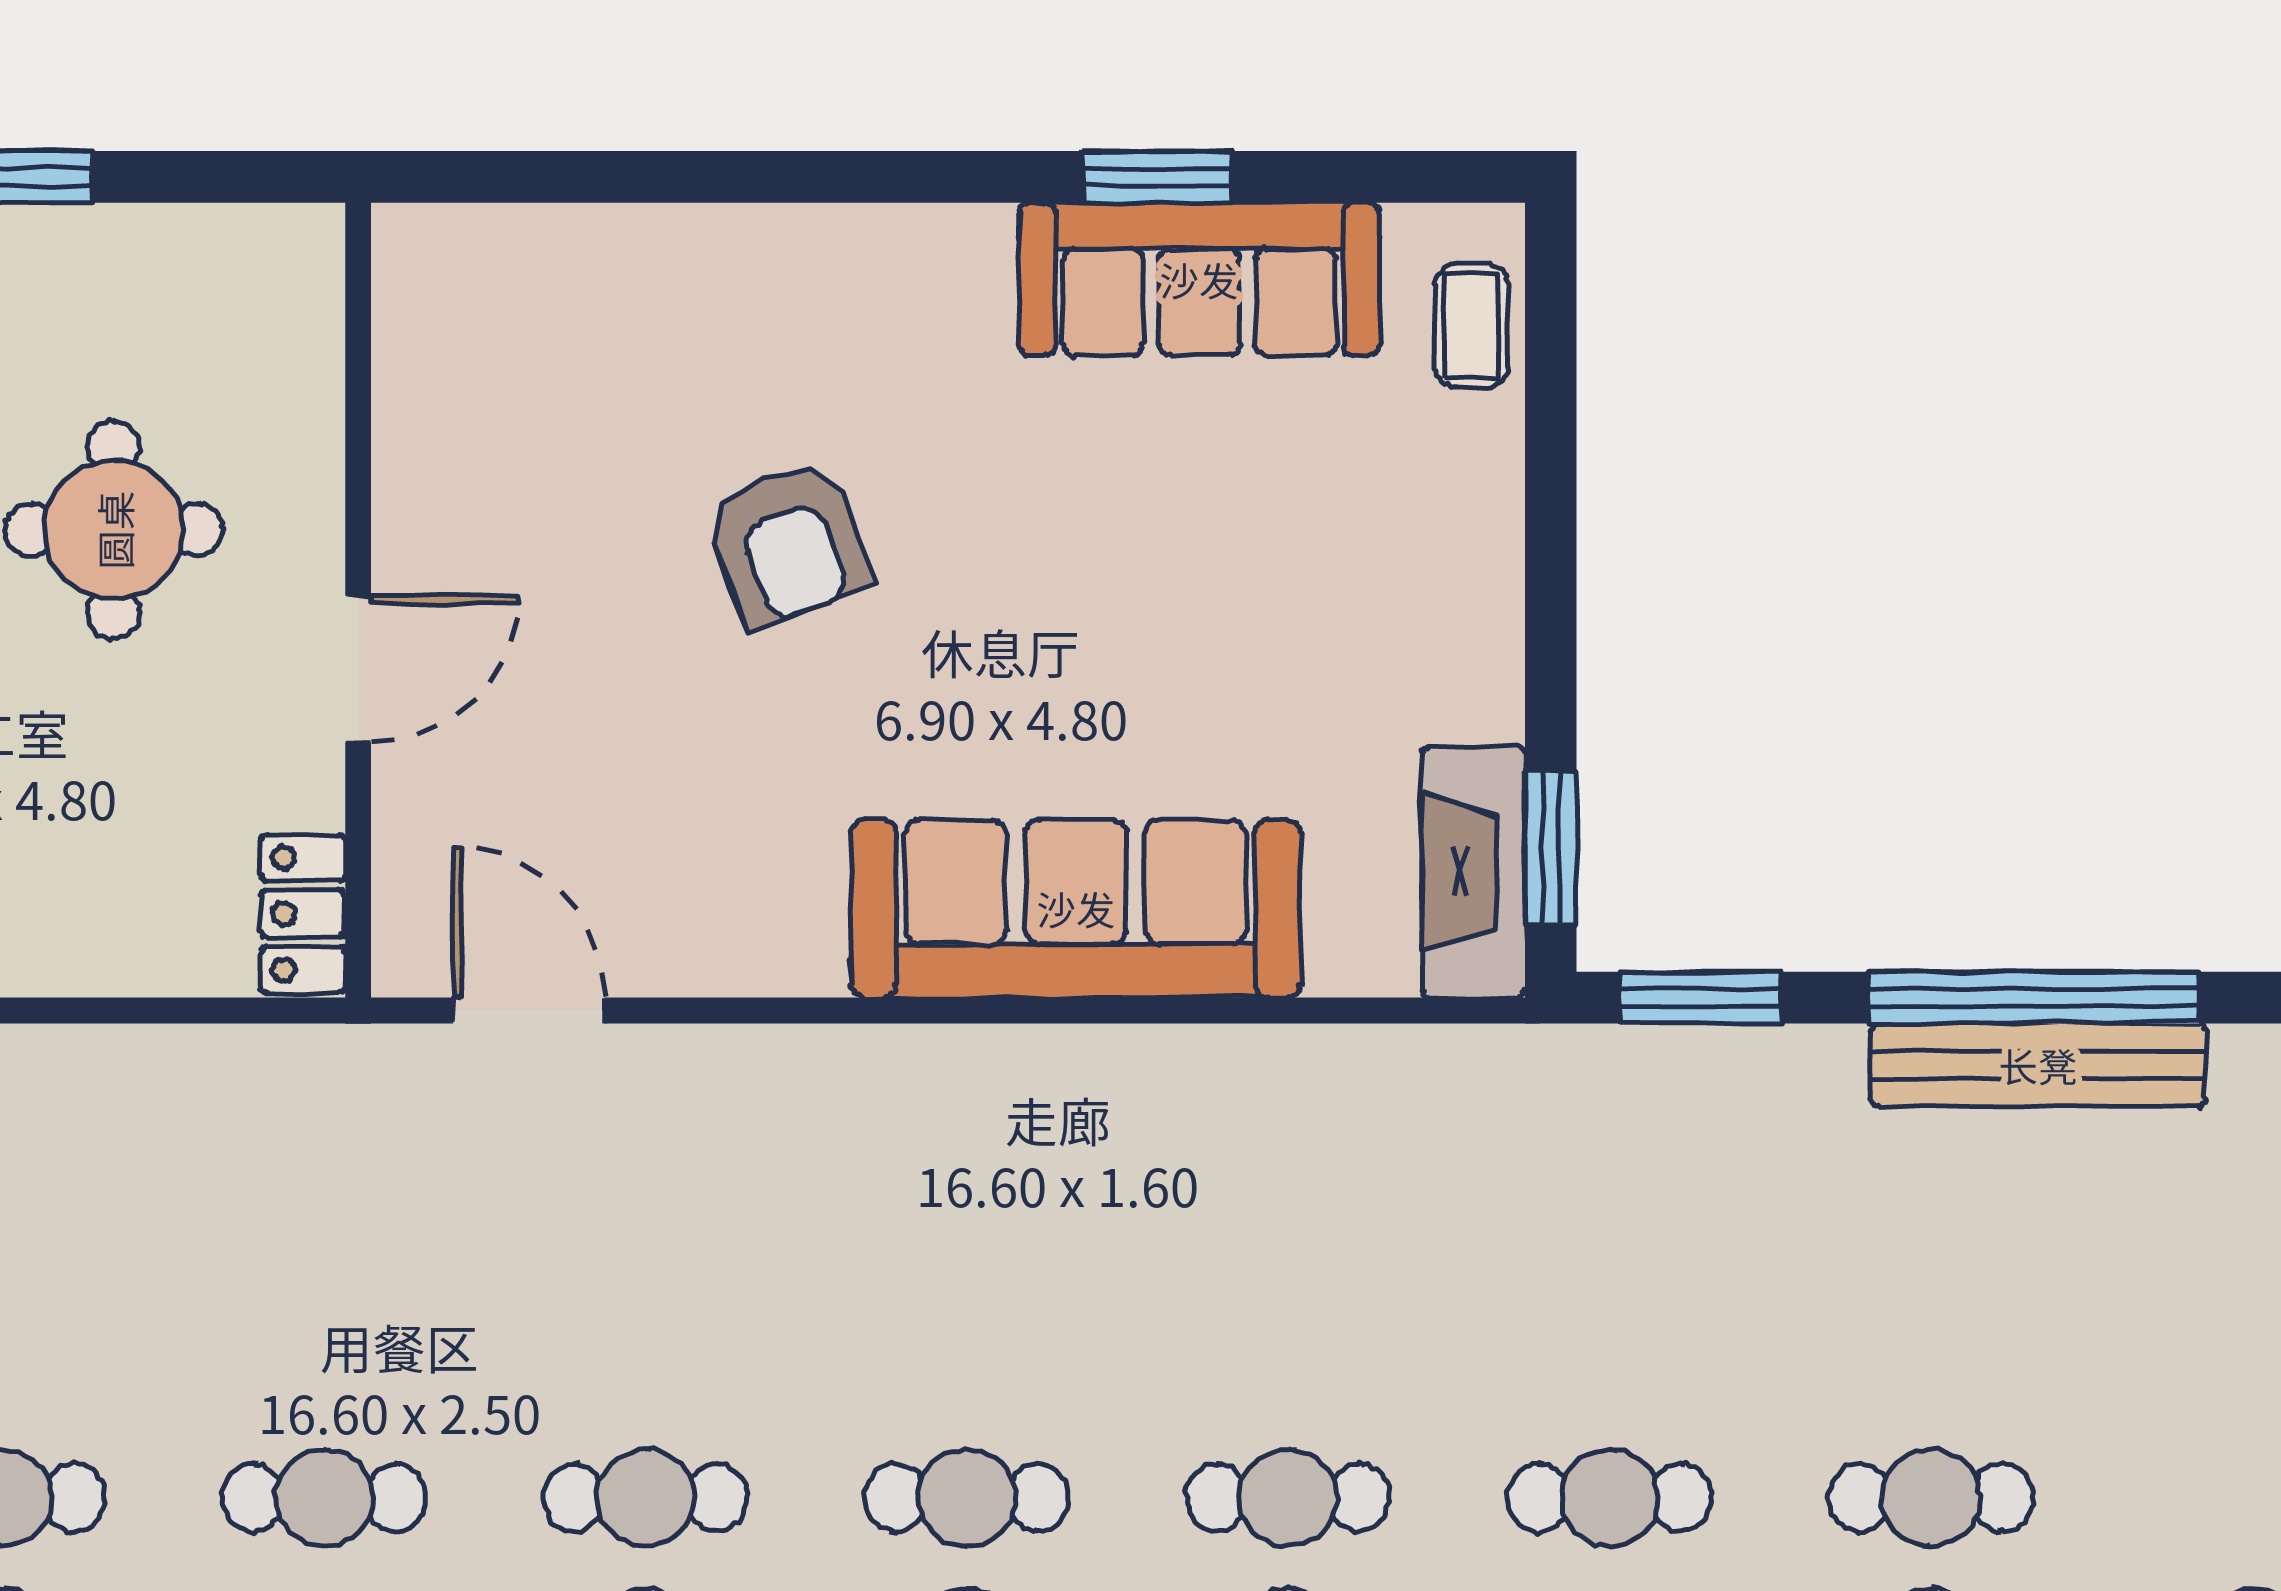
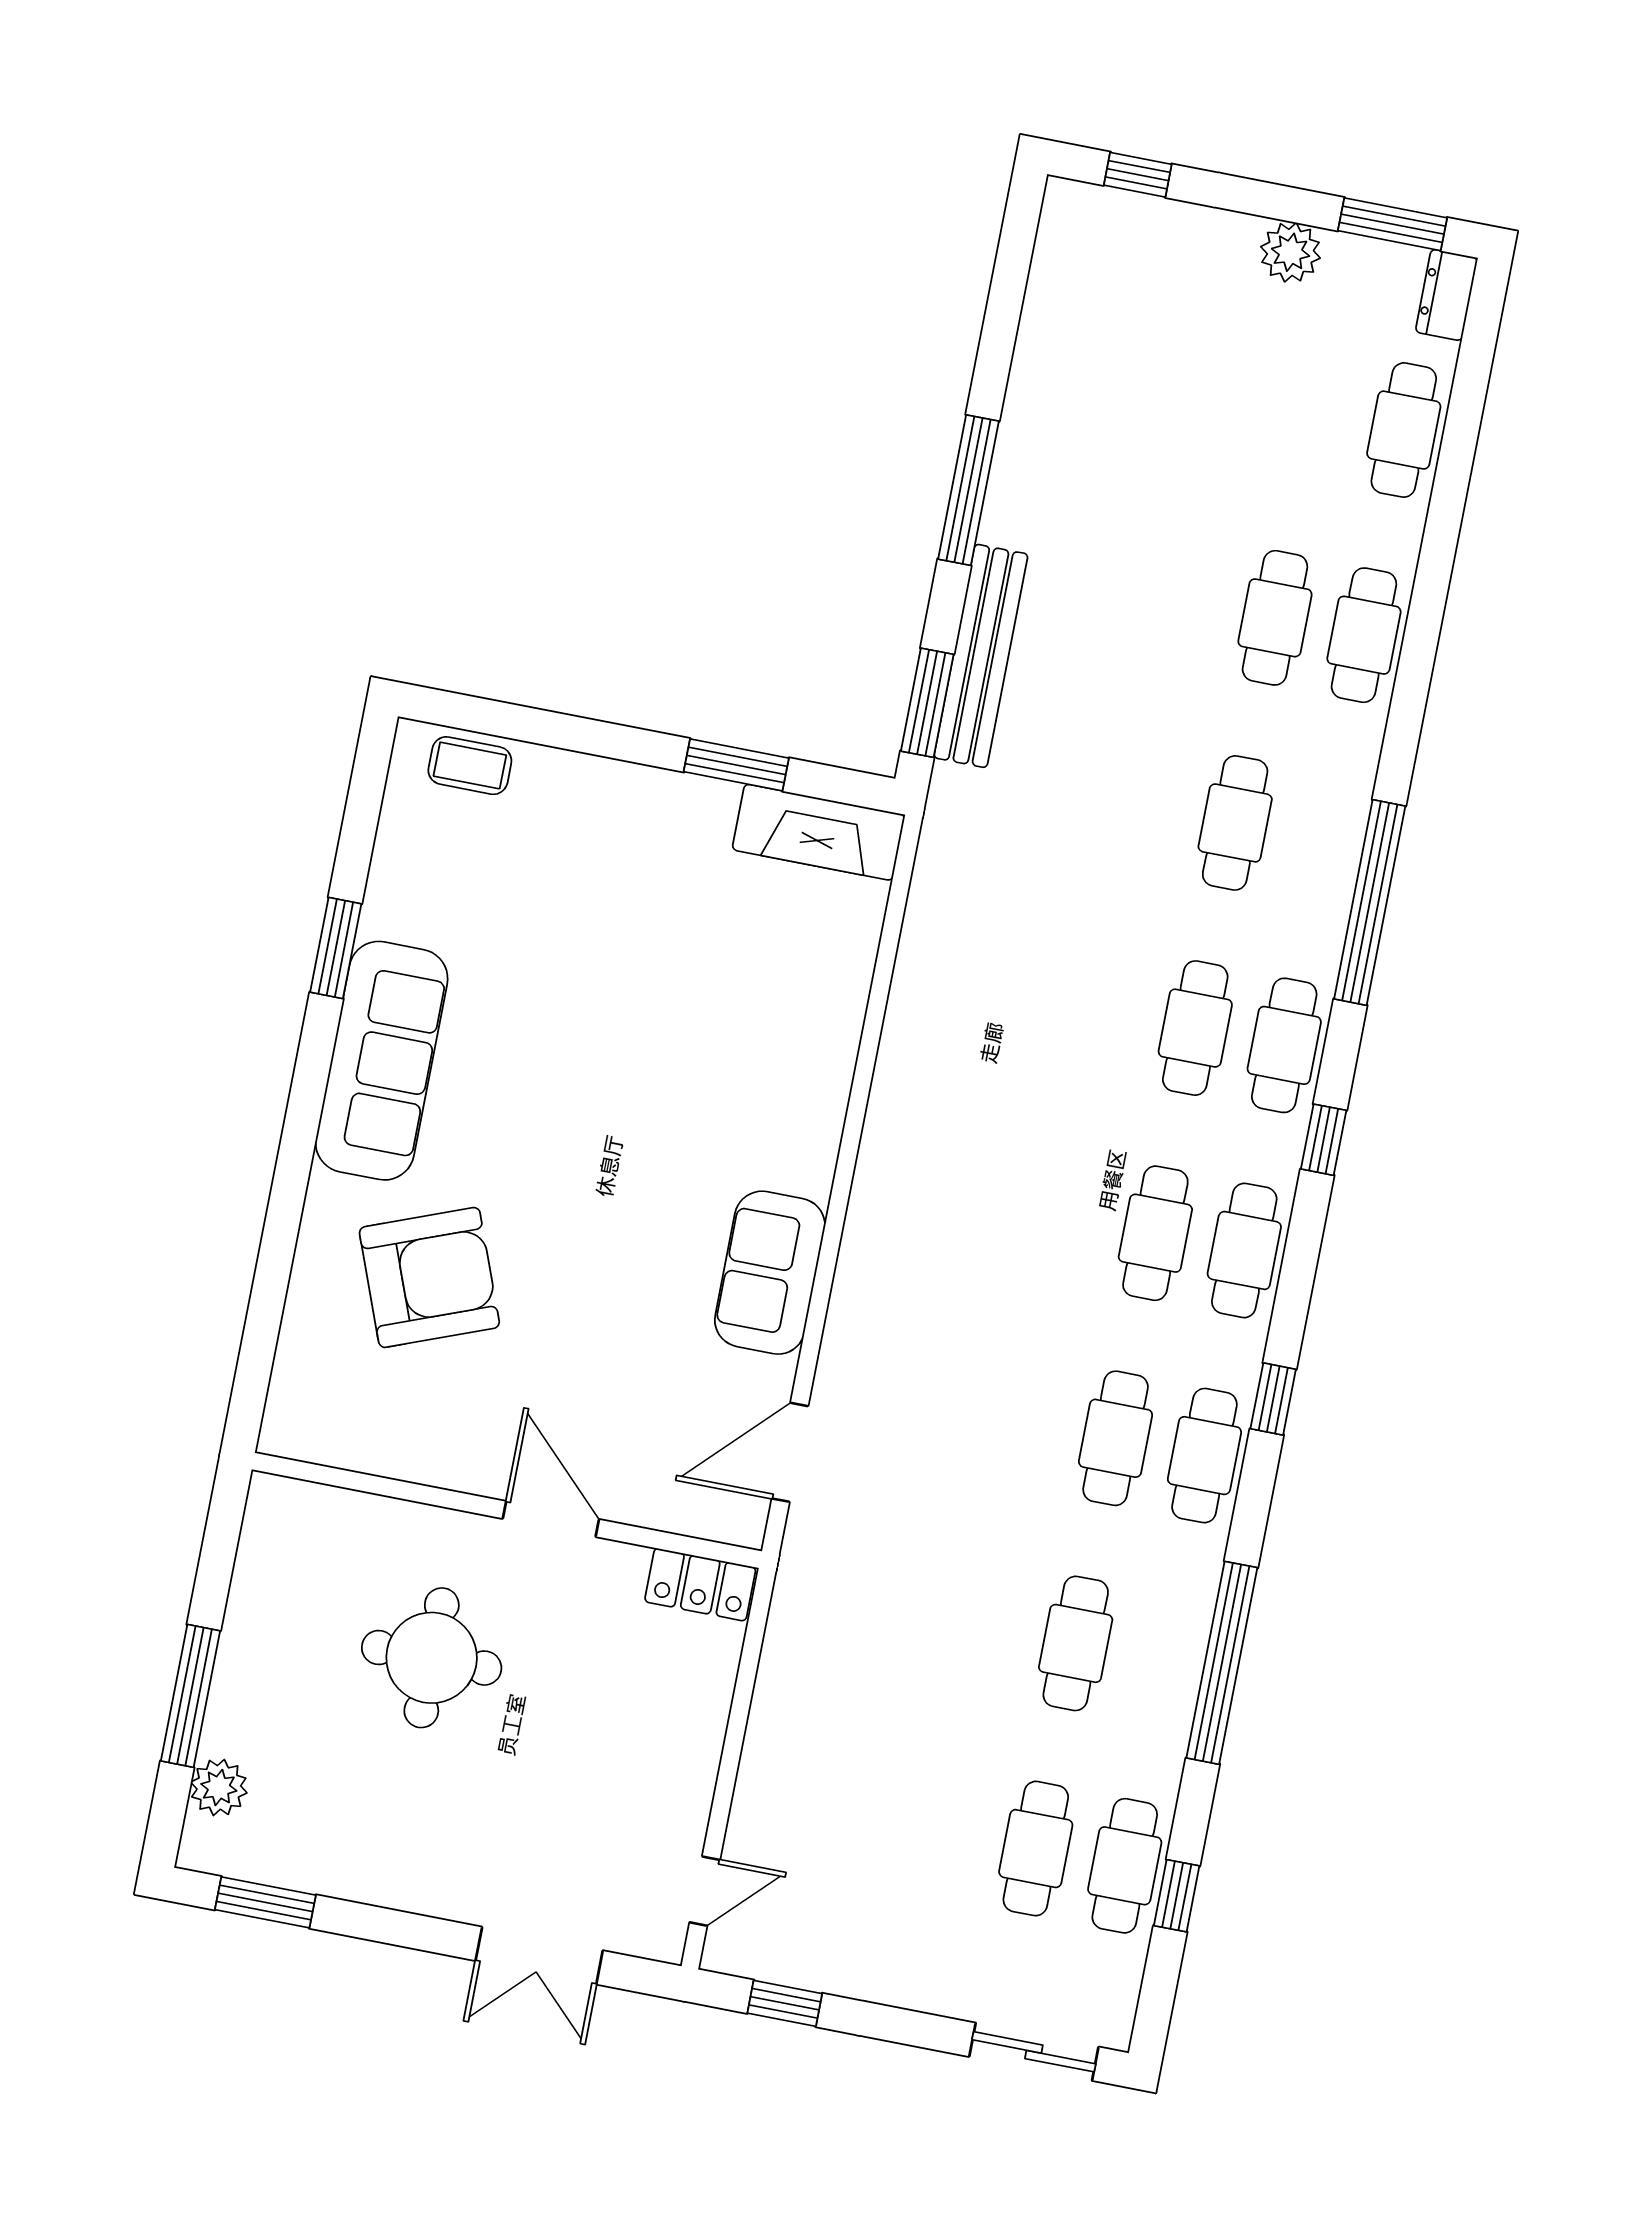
sofa: (1199, 279) -> (382, 1061), moved
armchair: (788, 544) -> (429, 1277), moved, width x1.36, depth x1.36
window: (1551, 848) -> (736, 765), moved
sofa: (1076, 908) -> (770, 1273), moved, width x0.54, depth x0.79
window: (2034, 998) -> (969, 490), width x0.68
bench: (2038, 1065) -> (981, 656), moved

